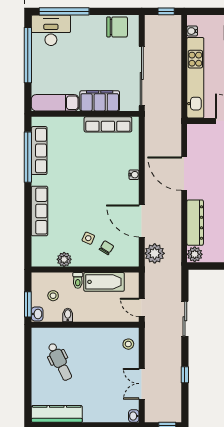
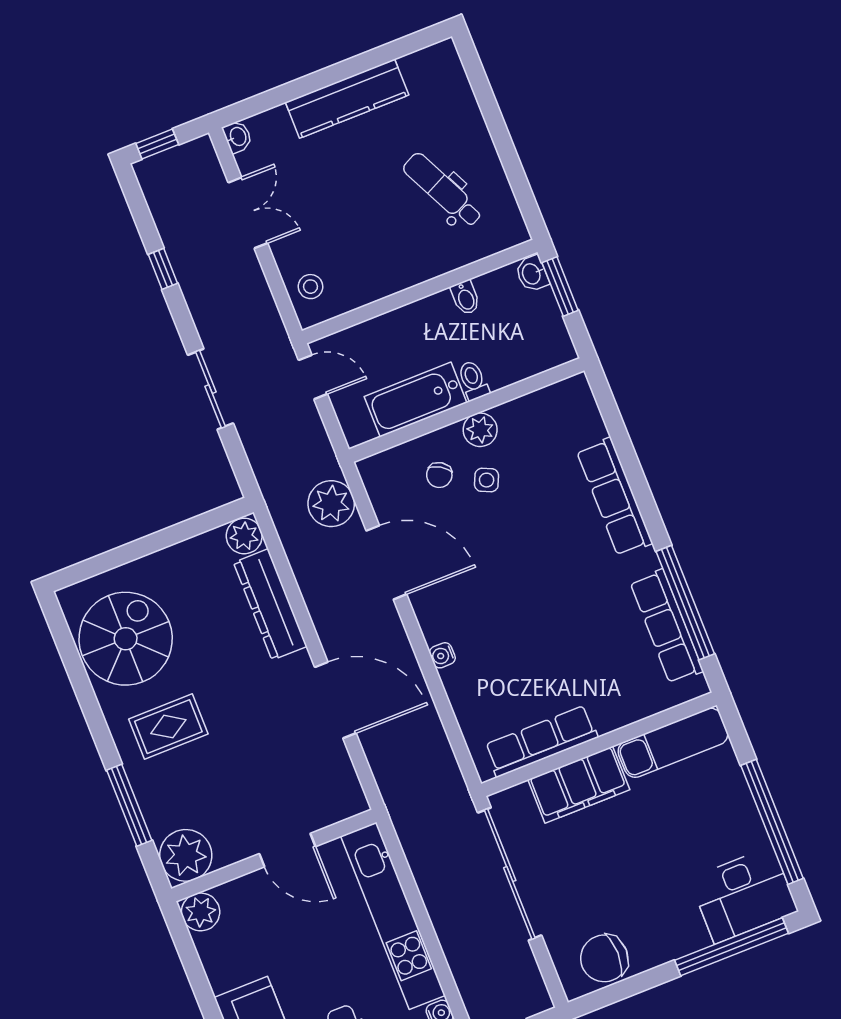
plant: (64, 259) -> (480, 430), moved
stool: (53, 296) -> (513, 327), removed
kitchen counter: (57, 414) -> (347, 99), moved

